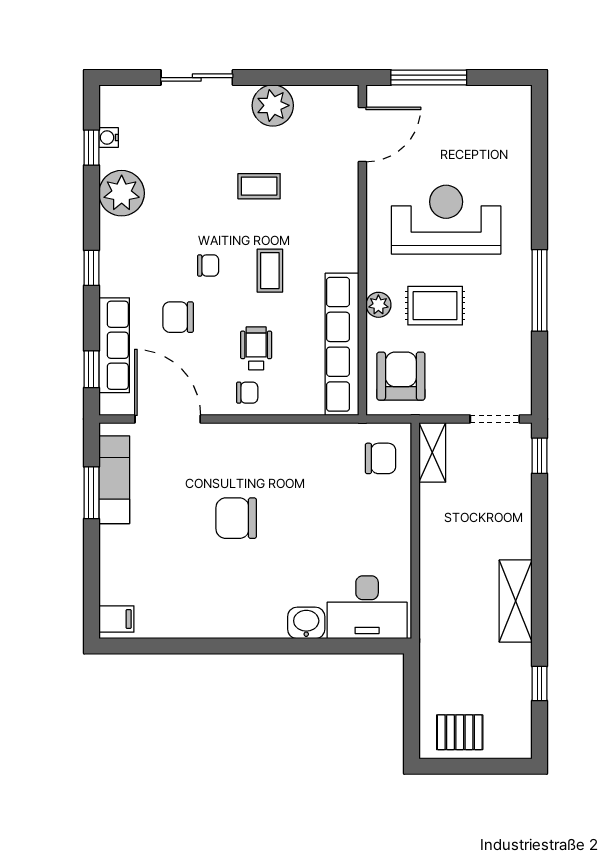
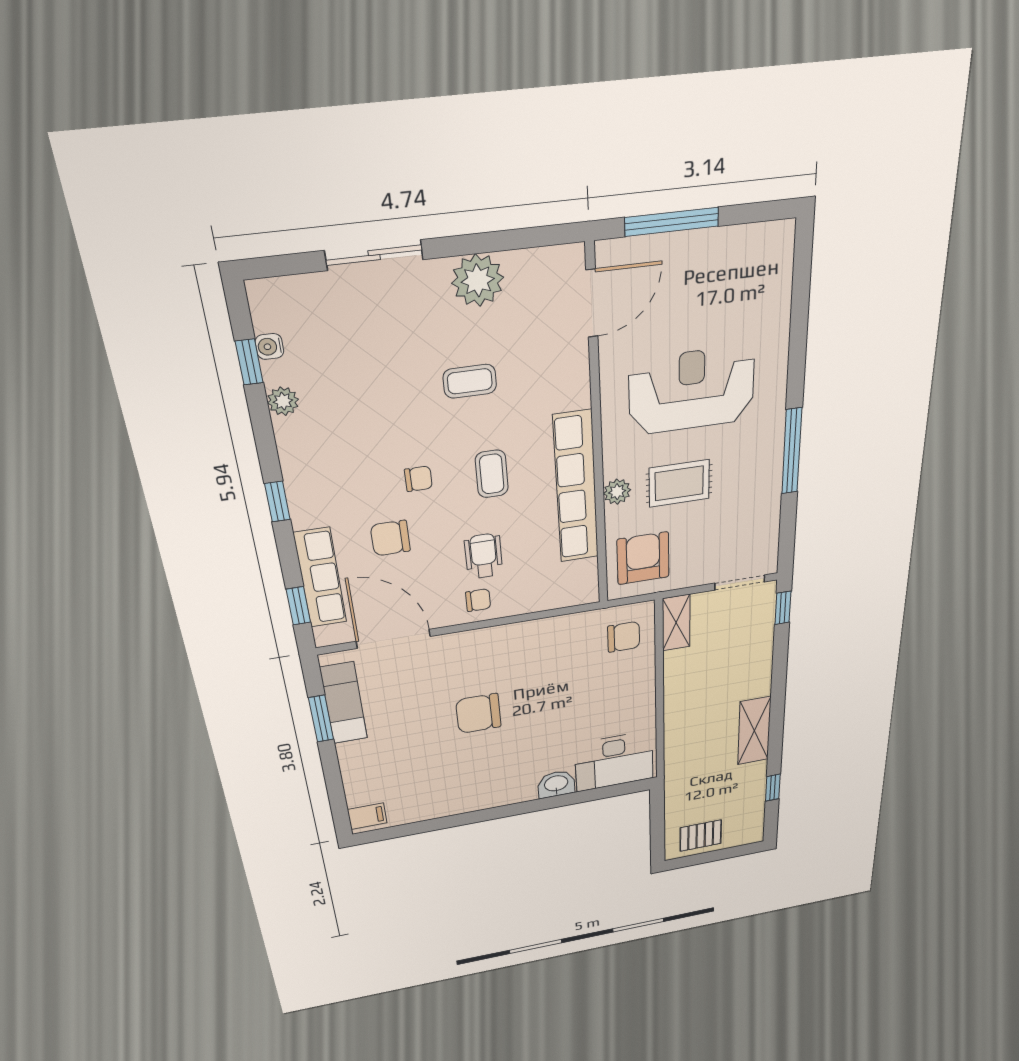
plant: (122, 193) -> (283, 401), width x0.53, depth x0.53
row of seats: (342, 344) -> (576, 488), moved

